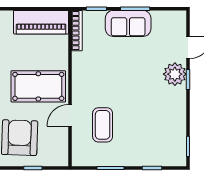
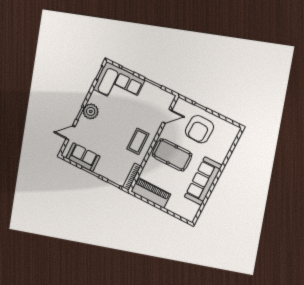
sofa: (128, 23) -> (83, 157), moved
plant: (175, 74) -> (91, 111), moved
door: (70, 115) -> (167, 116), moved
coffee table: (103, 125) -> (138, 141), moved
corner sofa: (154, 144) -> (119, 85), added

